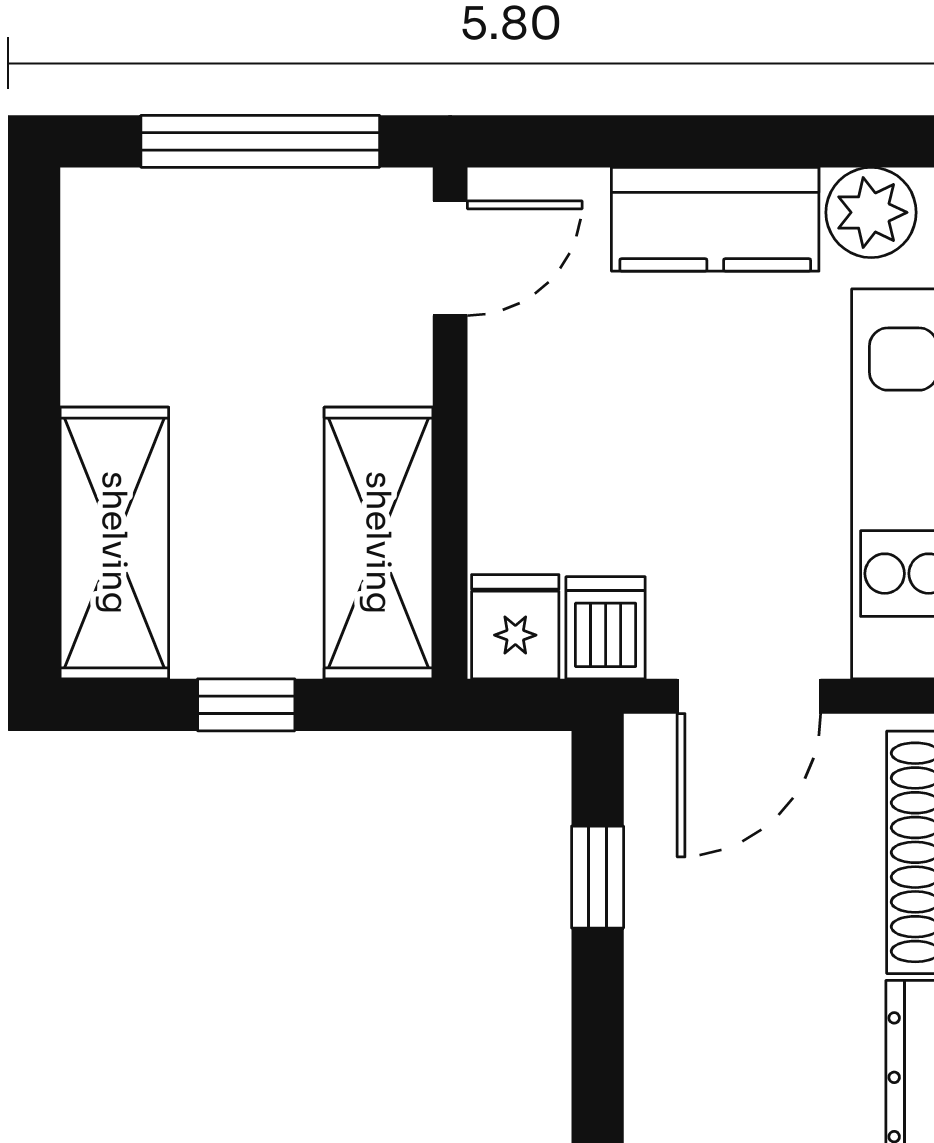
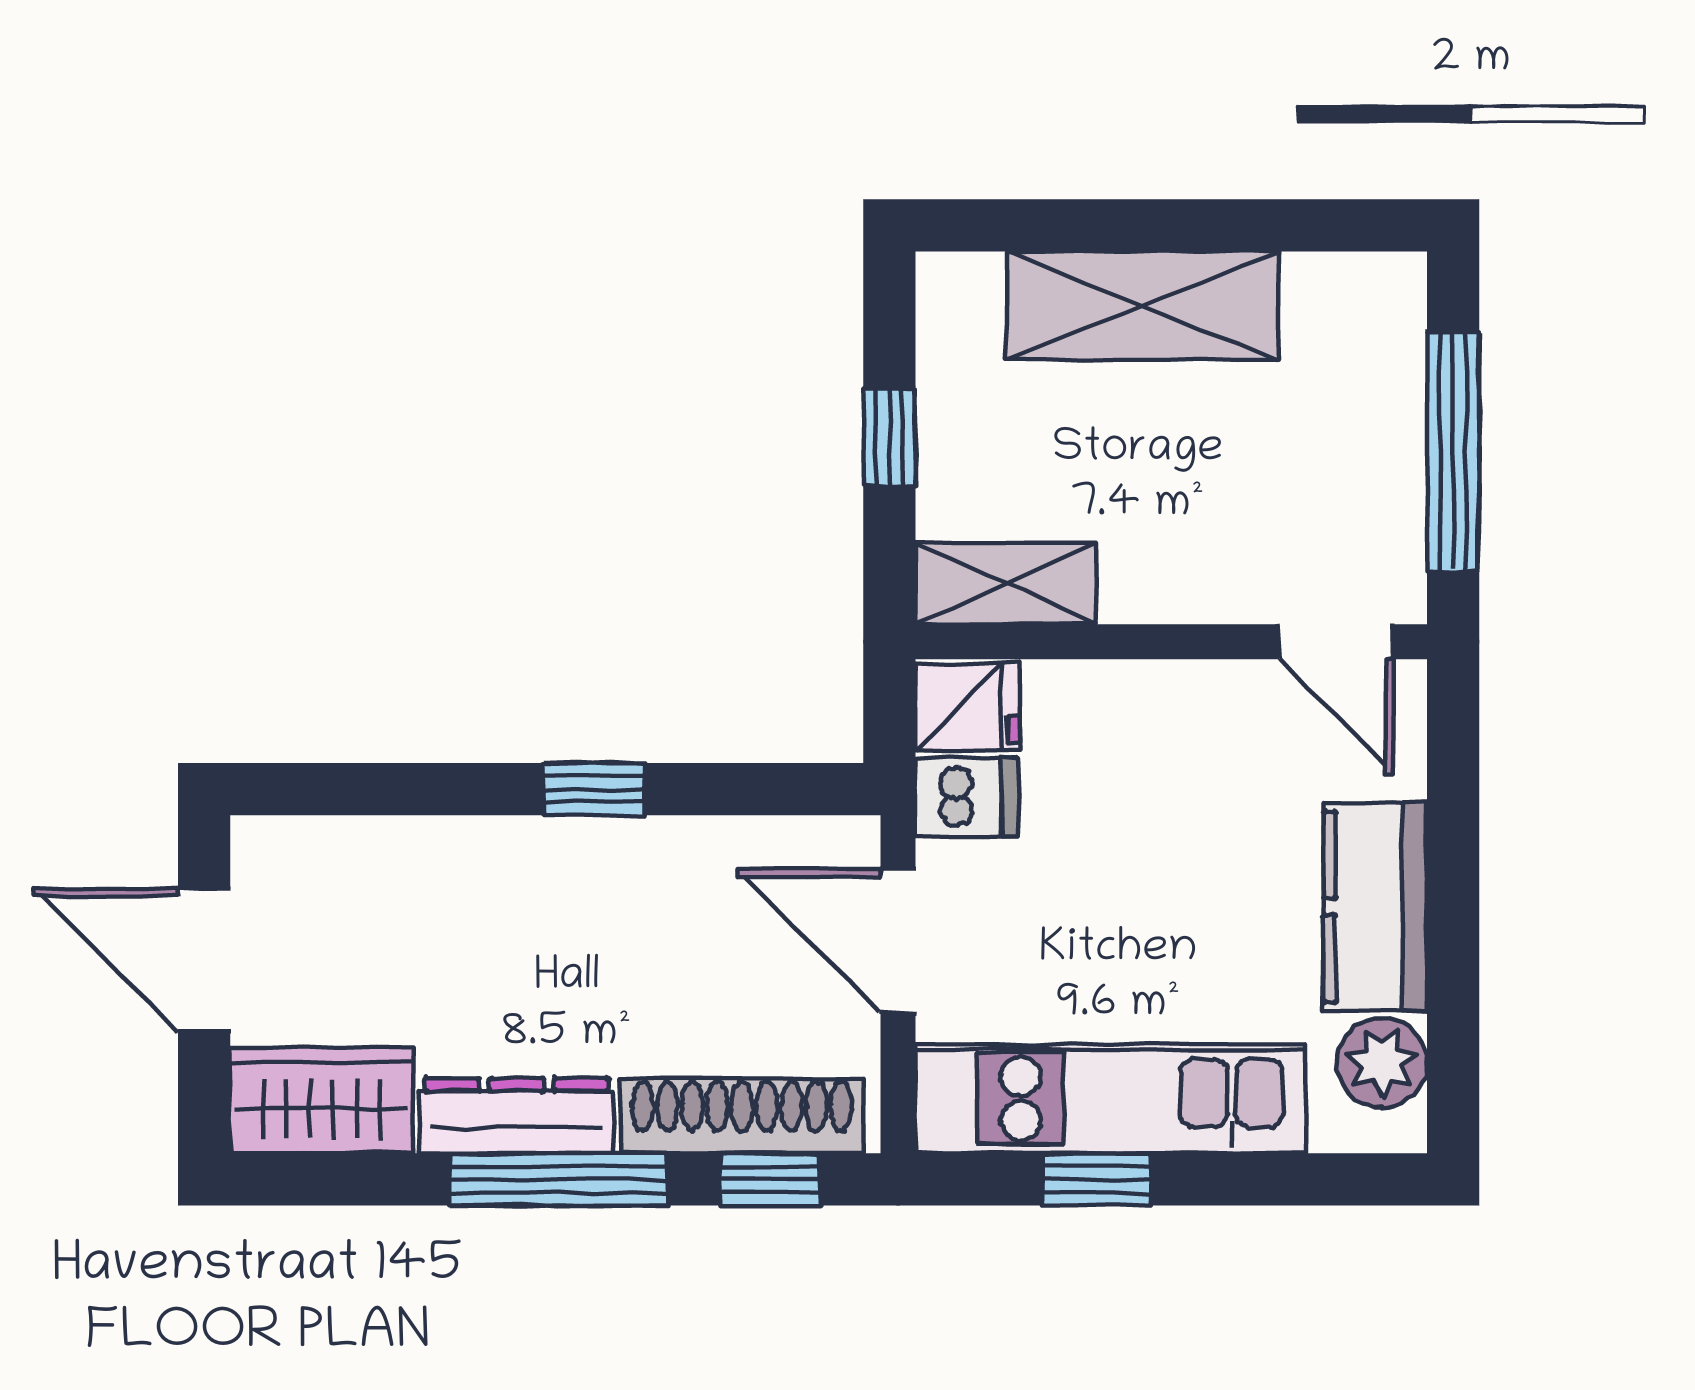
shelving: (114, 543) -> (1143, 306), moved
shelving: (378, 543) -> (1006, 584), width x0.67, depth x0.75
window: (598, 877) -> (594, 789), moved

